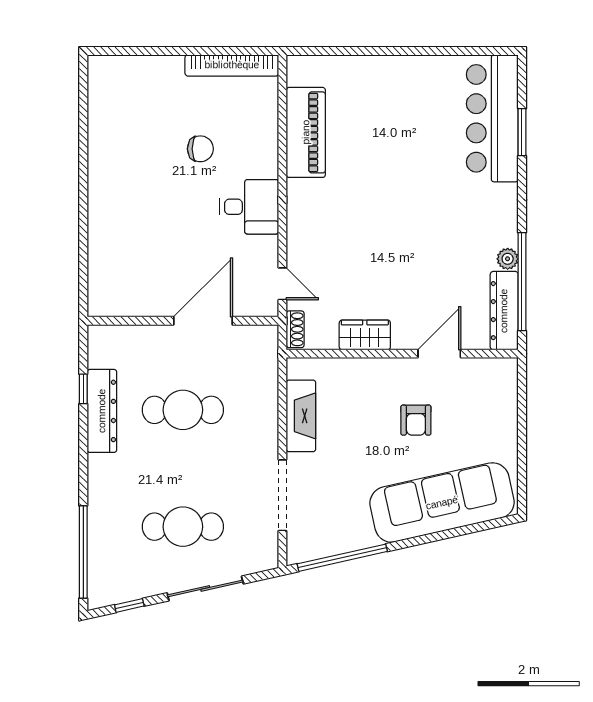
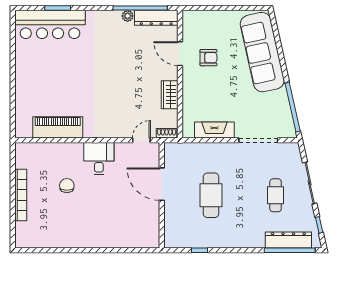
bookcase: (232, 65) -> (21, 195), moved
dresser: (102, 411) -> (288, 240), moved
armchair: (416, 420) -> (208, 58), moved
cafe table: (183, 527) -> (276, 195), width x0.73, depth x0.74

